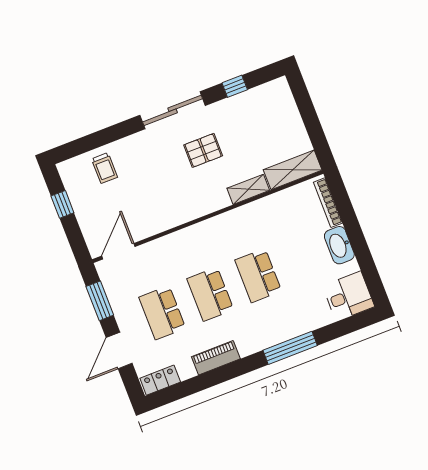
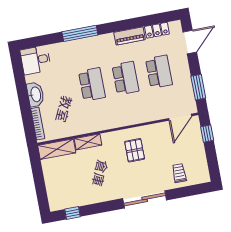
window: (235, 86) -> (72, 213), moved
sliding door: (173, 110) -> (145, 199), moved
pallet: (203, 150) -> (135, 150), moved, turned 90
window: (62, 204) -> (207, 134), moved
door: (119, 350) -> (190, 42), moved
locker: (160, 380) -> (157, 30), moved

